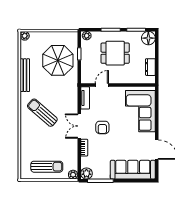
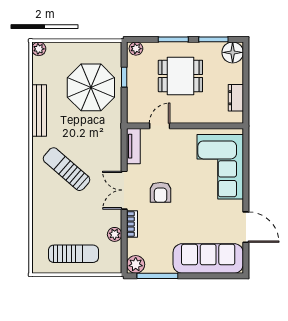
plant: (73, 175) -> (115, 234), moved

